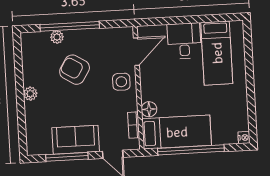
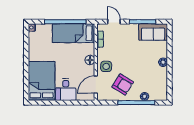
bed: (217, 53) -> (42, 81), width x1.50
armchair: (75, 70) -> (123, 85), moved
floor lamp: (149, 109) -> (90, 60), moved
sofa: (76, 140) -> (153, 32), moved

